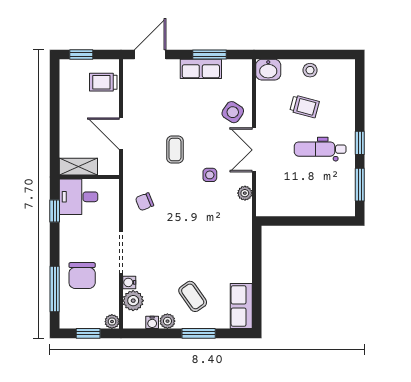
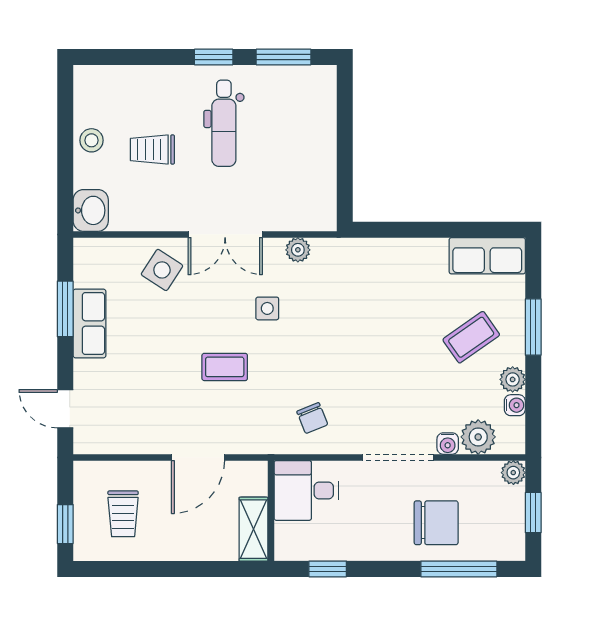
door: (150, 54) -> (65, 409), width x0.73
trolley: (103, 82) -> (123, 514), moved
trolley: (305, 106) -> (152, 150), turned -105
desk: (78, 197) -> (306, 490), moved, turned 90

